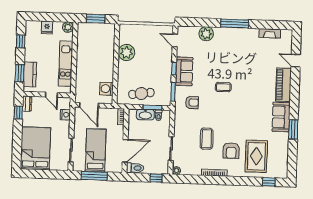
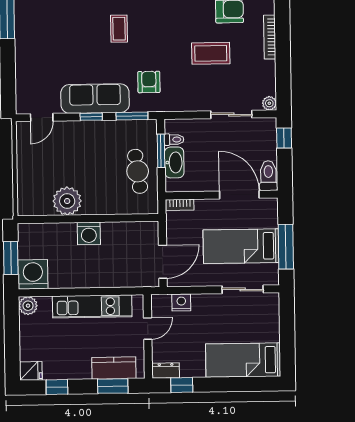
fridge: (47, 27) -> (31, 371), moved
washing machine: (86, 31) -> (33, 274), added
plant: (206, 34) -> (27, 63), removed
sofa: (184, 71) -> (95, 99), width x1.36
washing machine: (106, 89) -> (89, 233), moved
bed: (35, 148) -> (243, 360), width x0.67

